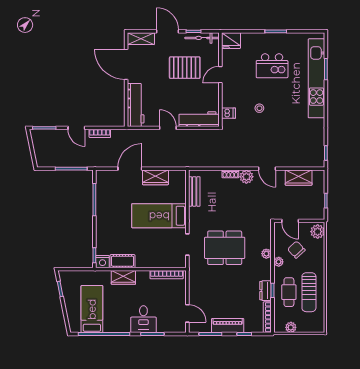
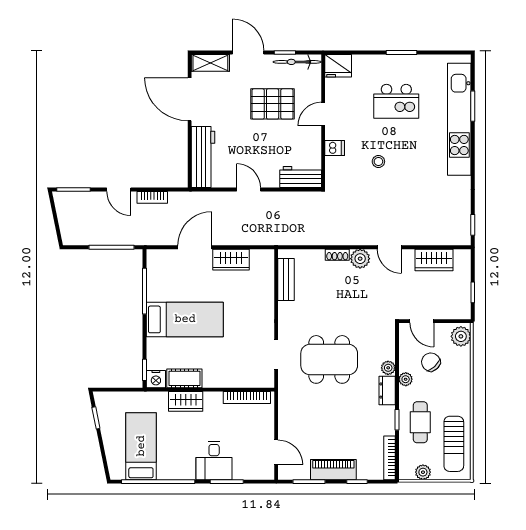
dishwasher: (229, 113) -> (335, 148), moved
workbench: (199, 119) -> (301, 177), width x0.73
bed: (159, 216) -> (185, 319), moved, turned 180
dresser: (266, 291) -> (387, 391), moved
sun lounger: (309, 292) -> (454, 444), moved

